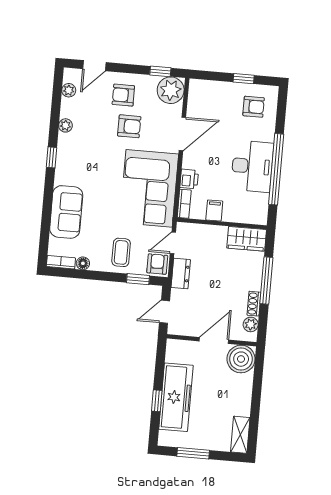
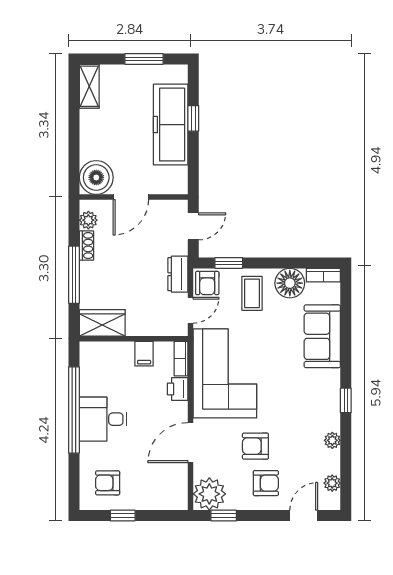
desk: (252, 166) -> (103, 419), width x0.73
floor lamp: (83, 263) -> (290, 283), width x1.89, depth x1.89

